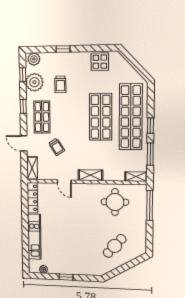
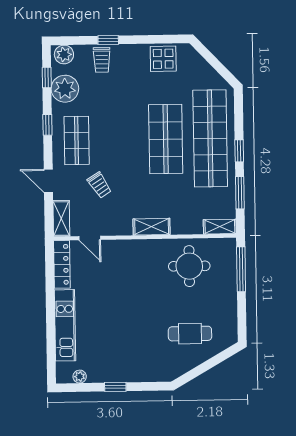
trolley: (60, 84) -> (102, 60), moved
door: (64, 182) -> (90, 238), moved
cafe table: (115, 246) -> (190, 334), turned 48

